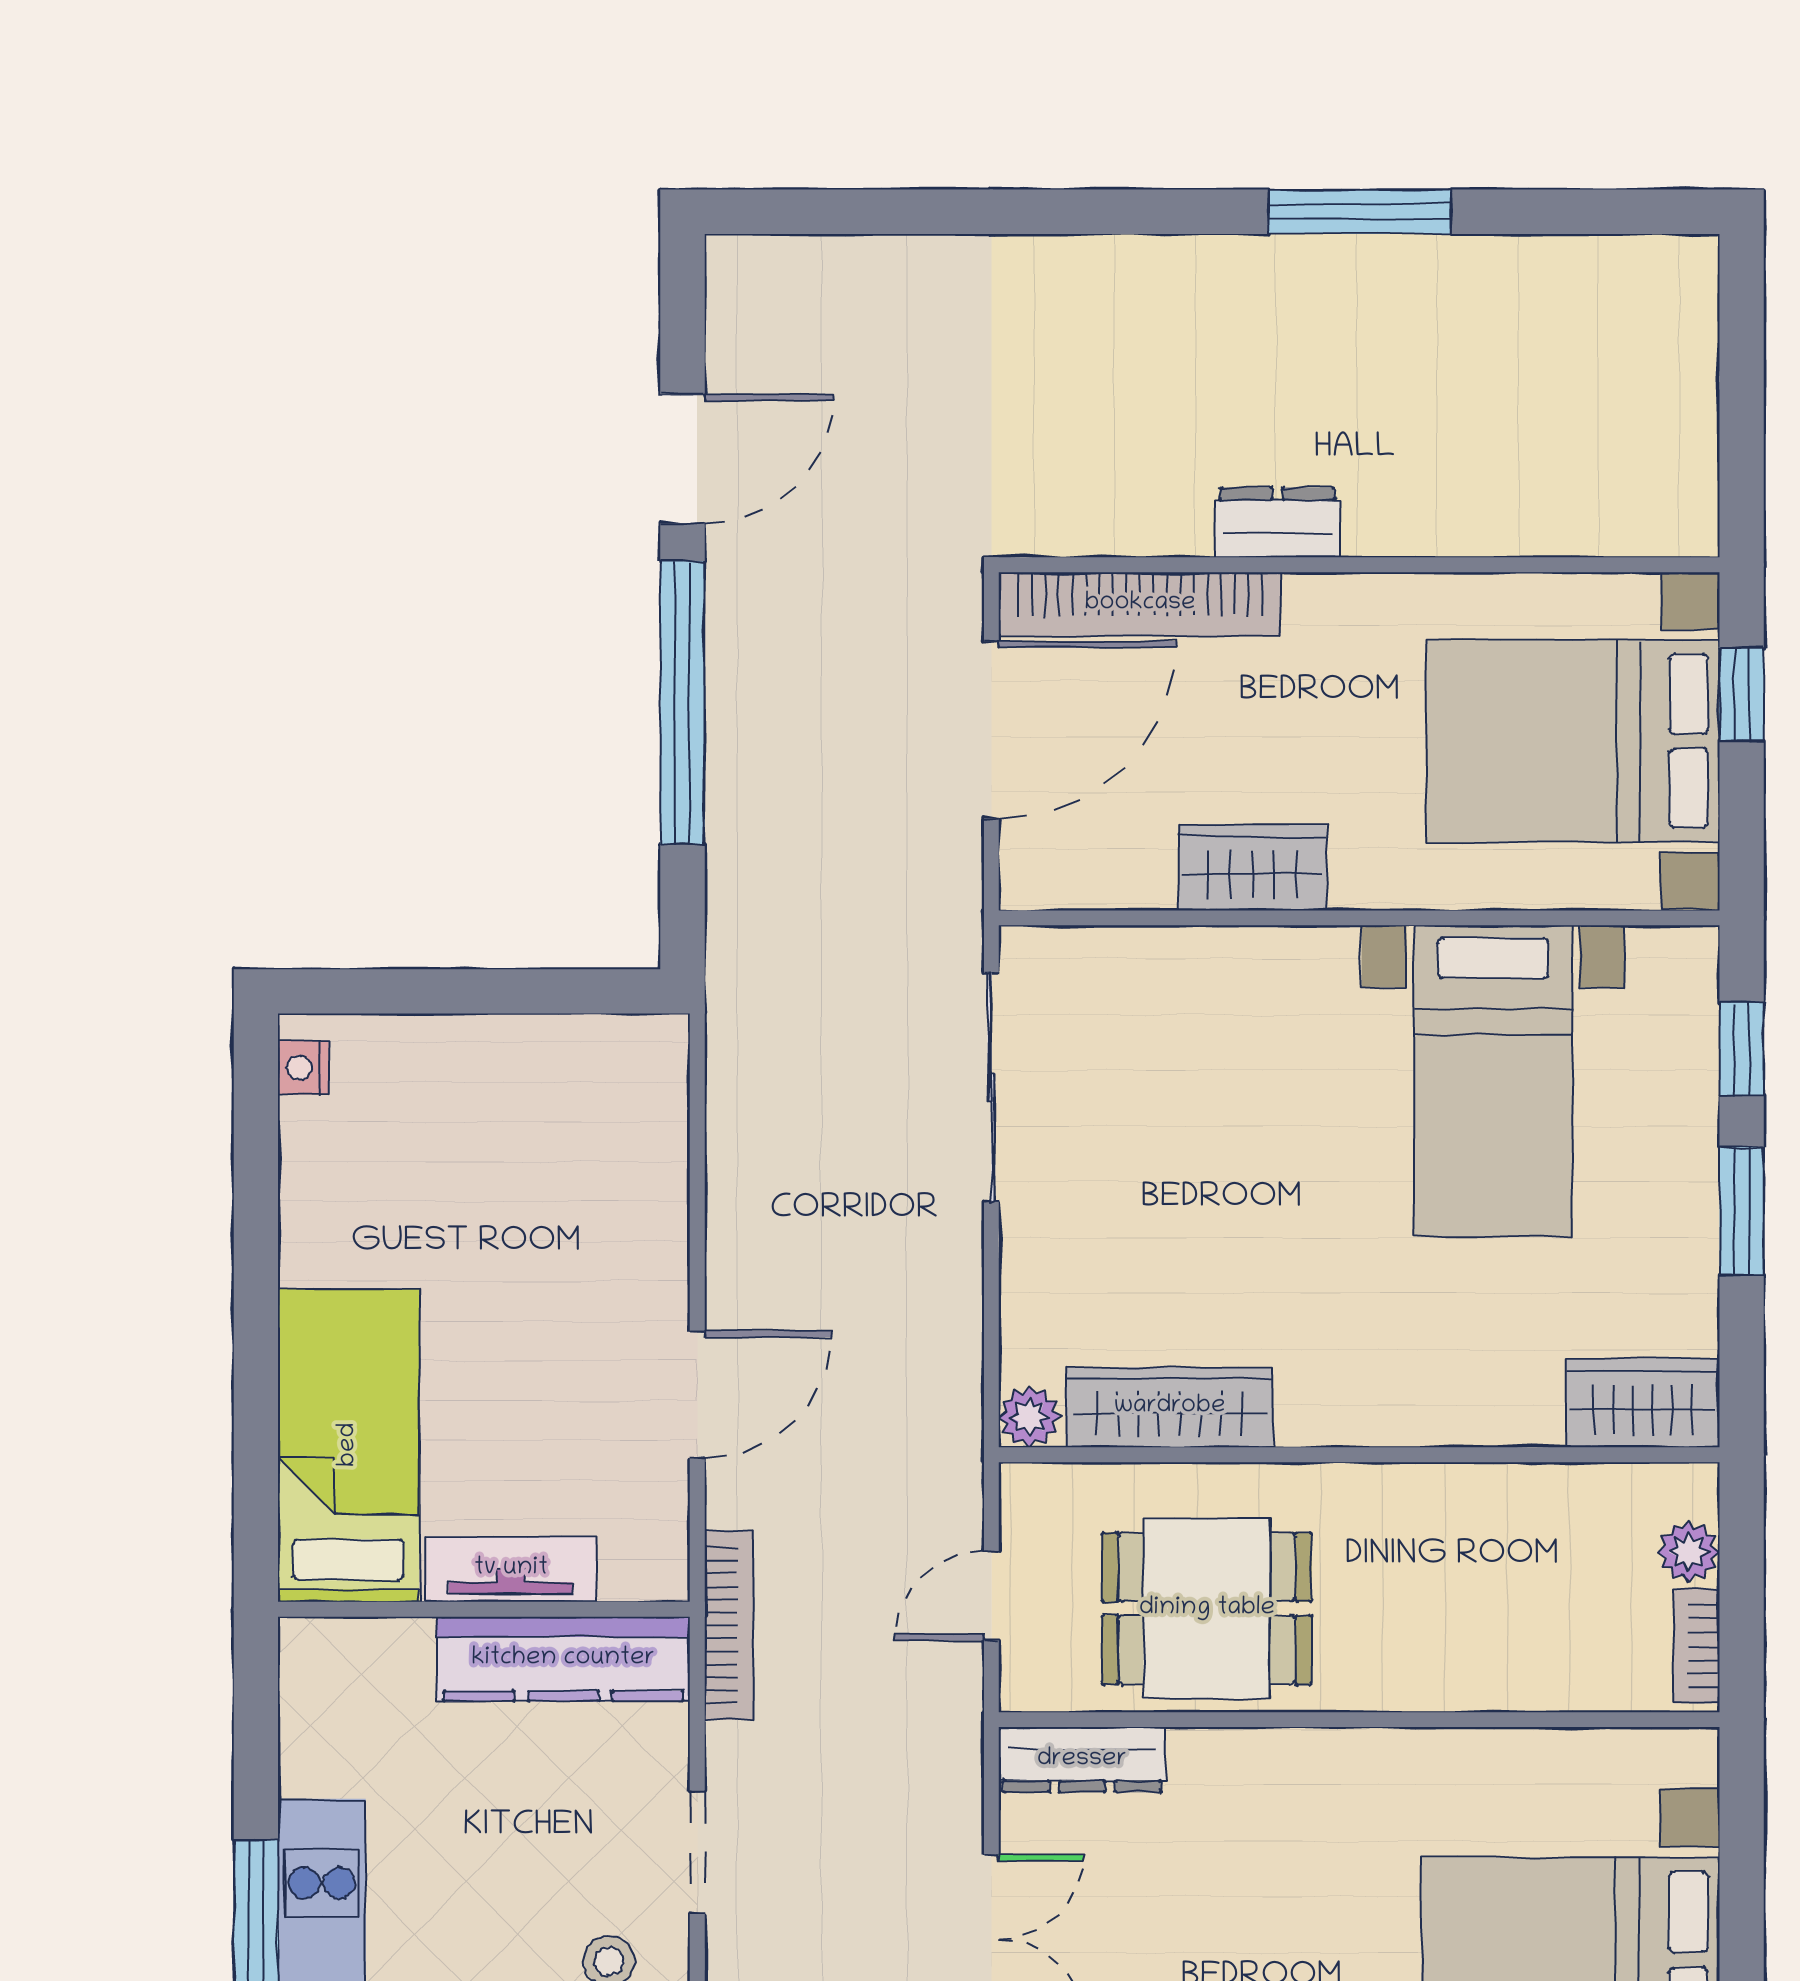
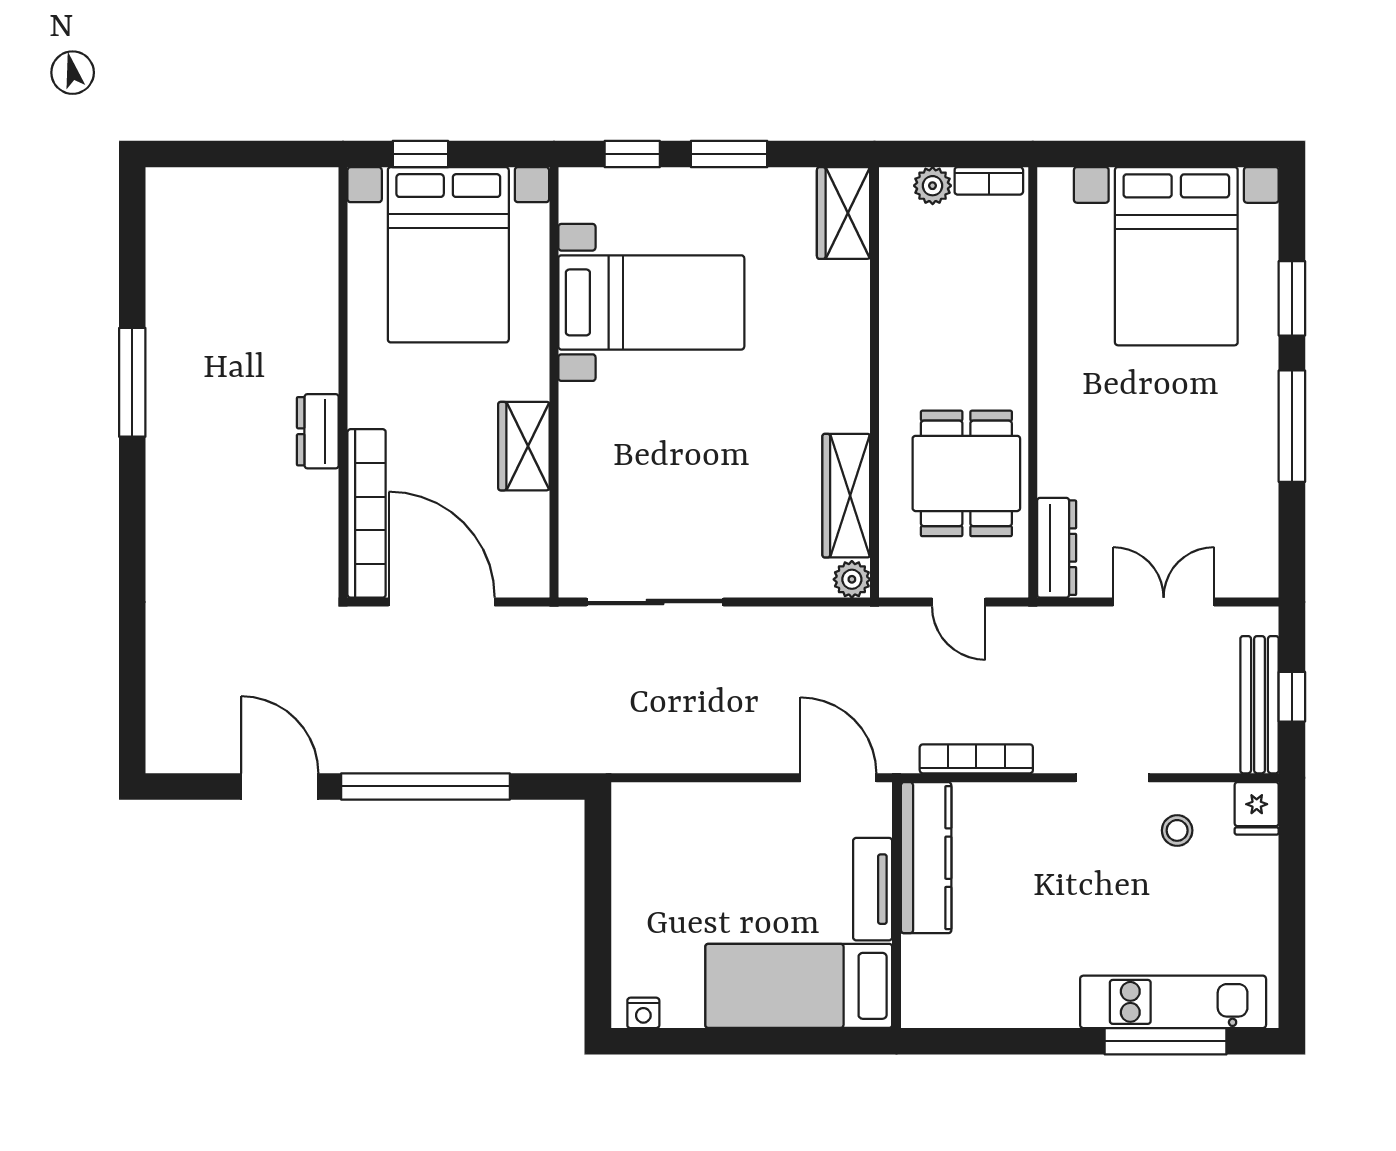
bed: (349, 1445) -> (799, 986), moved
tv unit: (511, 1569) -> (873, 889), moved
wall: (484, 1609) -> (897, 905), moved
kitchen counter: (563, 1659) -> (926, 858), moved

